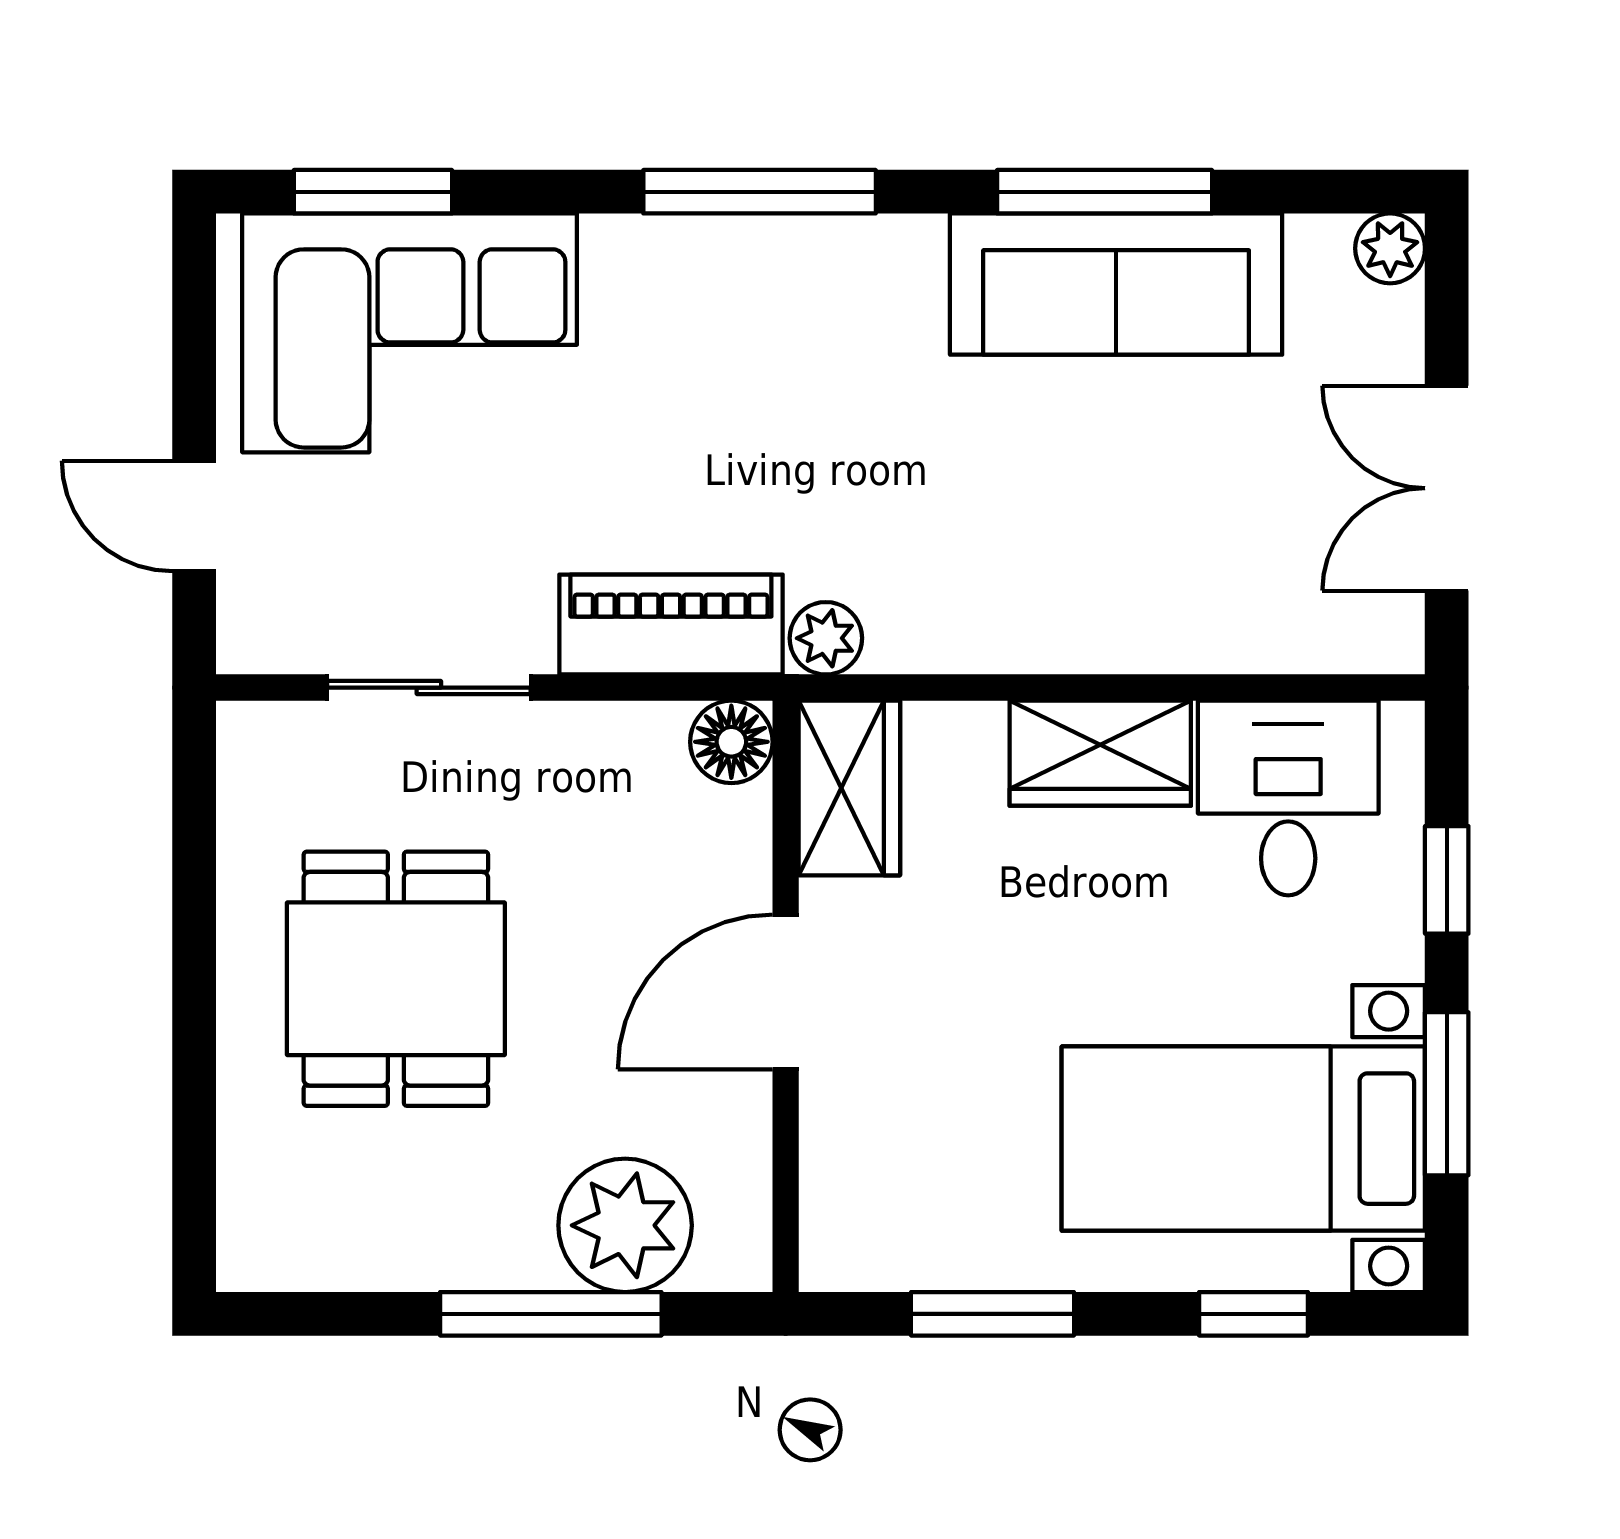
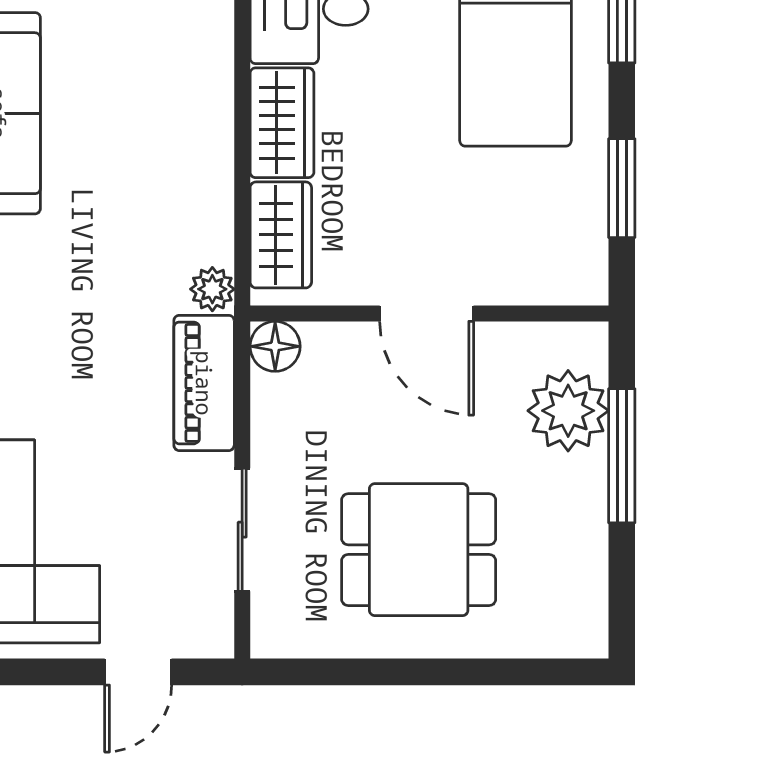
wardrobe: (849, 788) -> (281, 235), moved, turned 90

